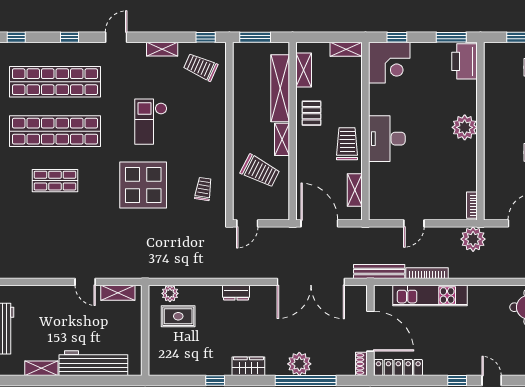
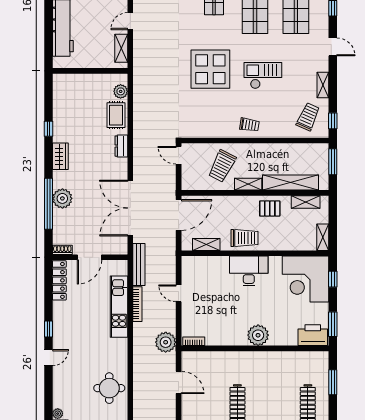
corner desk: (389, 63) -> (306, 279), width x1.36, depth x1.36
trolley: (203, 189) -> (250, 125), moved
rug: (178, 316) -> (116, 115), moved
door: (370, 331) -> (89, 257), width x0.73

